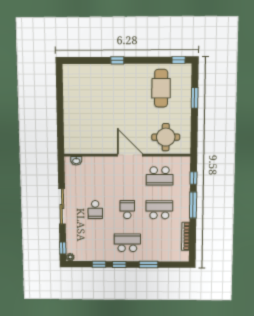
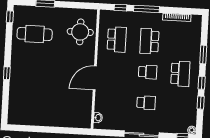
door: (130, 155) -> (95, 78), moved
school desk: (127, 210) -> (148, 72), turned 180
school desk: (127, 243) -> (180, 74), turned 180

